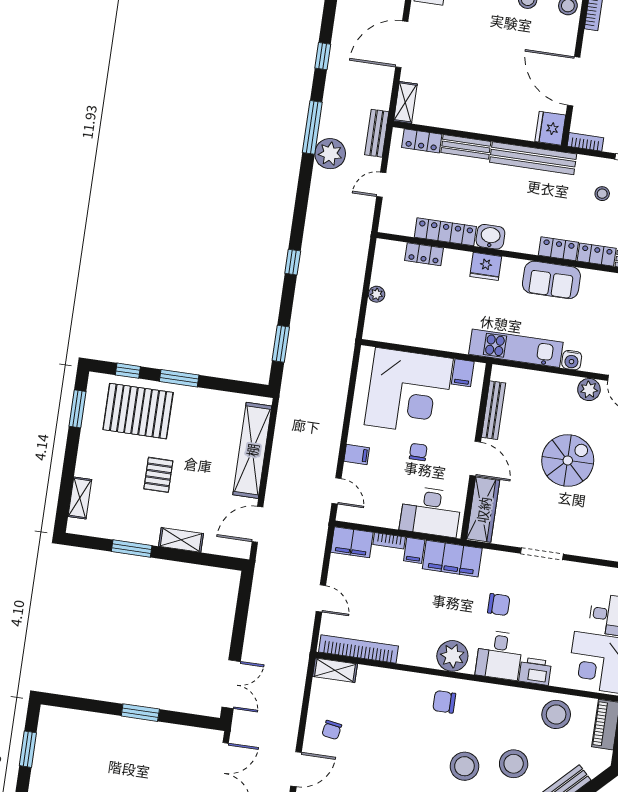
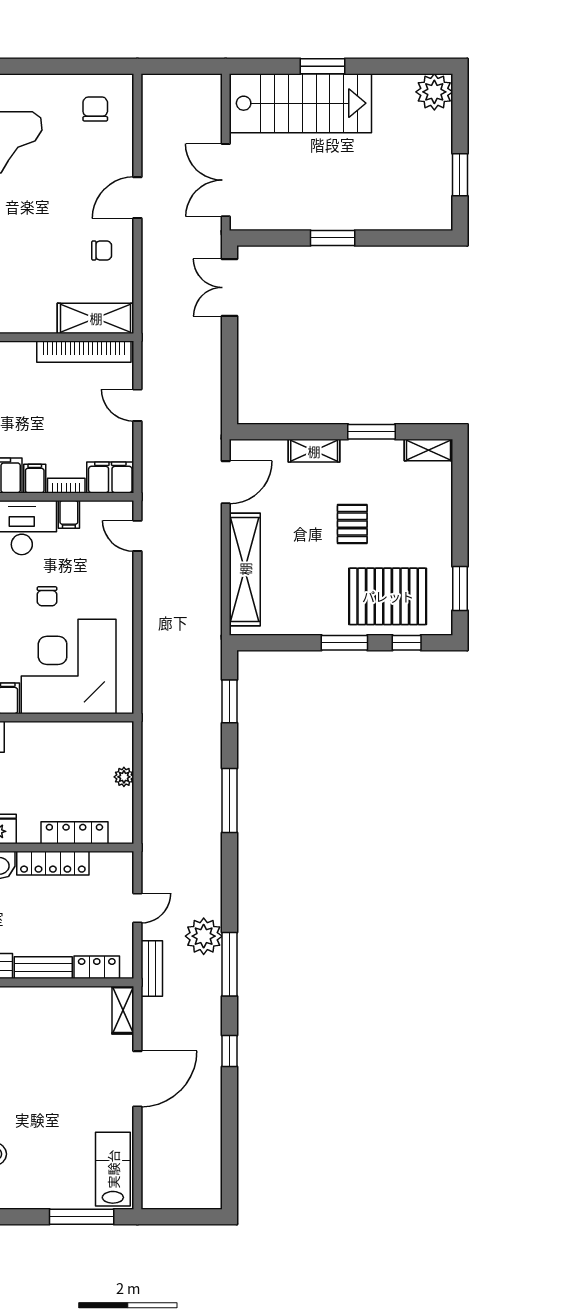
locker: (424, 254) -> (74, 833), width x1.53
window: (293, 262) -> (229, 800), width x2.17
filing cabinet: (357, 455) -> (69, 514), moved, turned -90
shelving: (80, 498) -> (428, 450), moved, turned 90
shelving: (335, 670) -> (96, 318), width x1.50, depth x1.33
chair: (332, 730) -> (102, 250), turned 81

